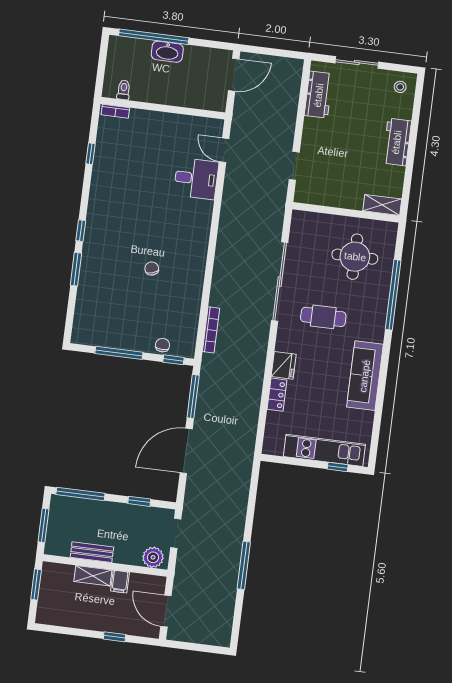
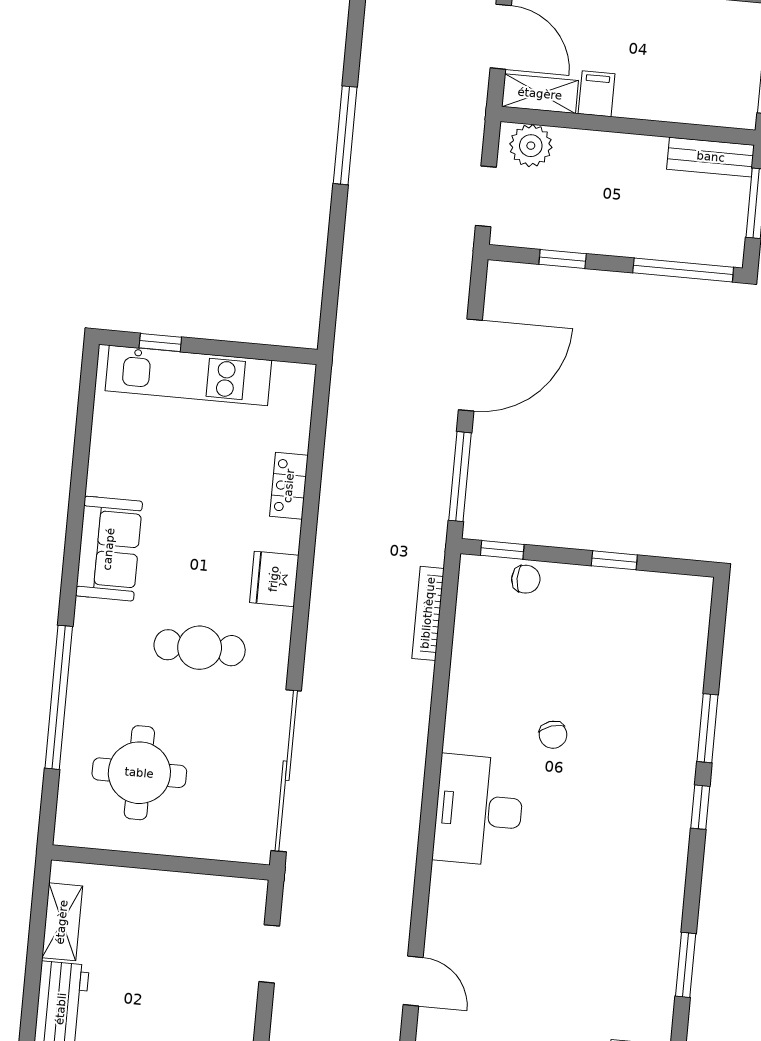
window: (90, 154) -> (686, 965), width x1.50
desk: (196, 179) -> (479, 810), moved, width x1.37
shelving: (382, 205) -> (62, 922), moved, turned 90
sliding door: (280, 282) -> (286, 771), moved
chair: (162, 345) -> (526, 579), turned -92
window: (119, 353) -> (614, 560), width x0.46
fridge: (284, 365) -> (274, 579), moved
sofa: (365, 376) -> (109, 549), width x0.73
bench: (92, 552) -> (711, 157), moved
shelving: (93, 576) -> (540, 94), moved

